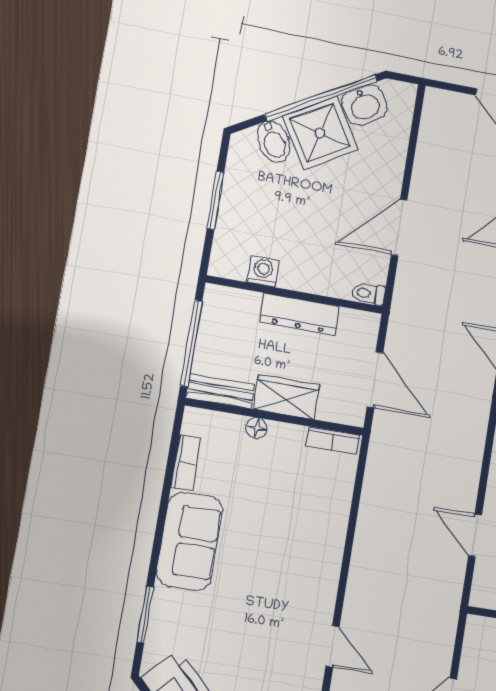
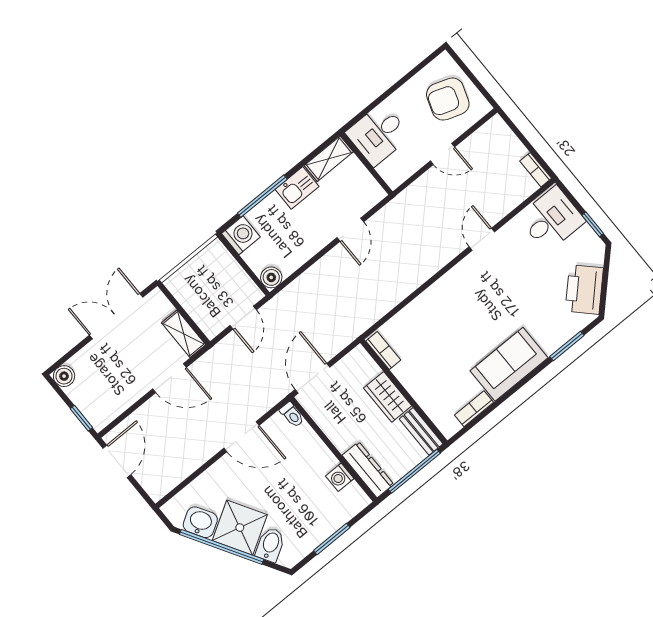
dresser: (299, 314) -> (368, 470), moved
door: (375, 380) -> (313, 378), moved
floor lamp: (256, 428) -> (419, 394), removed

